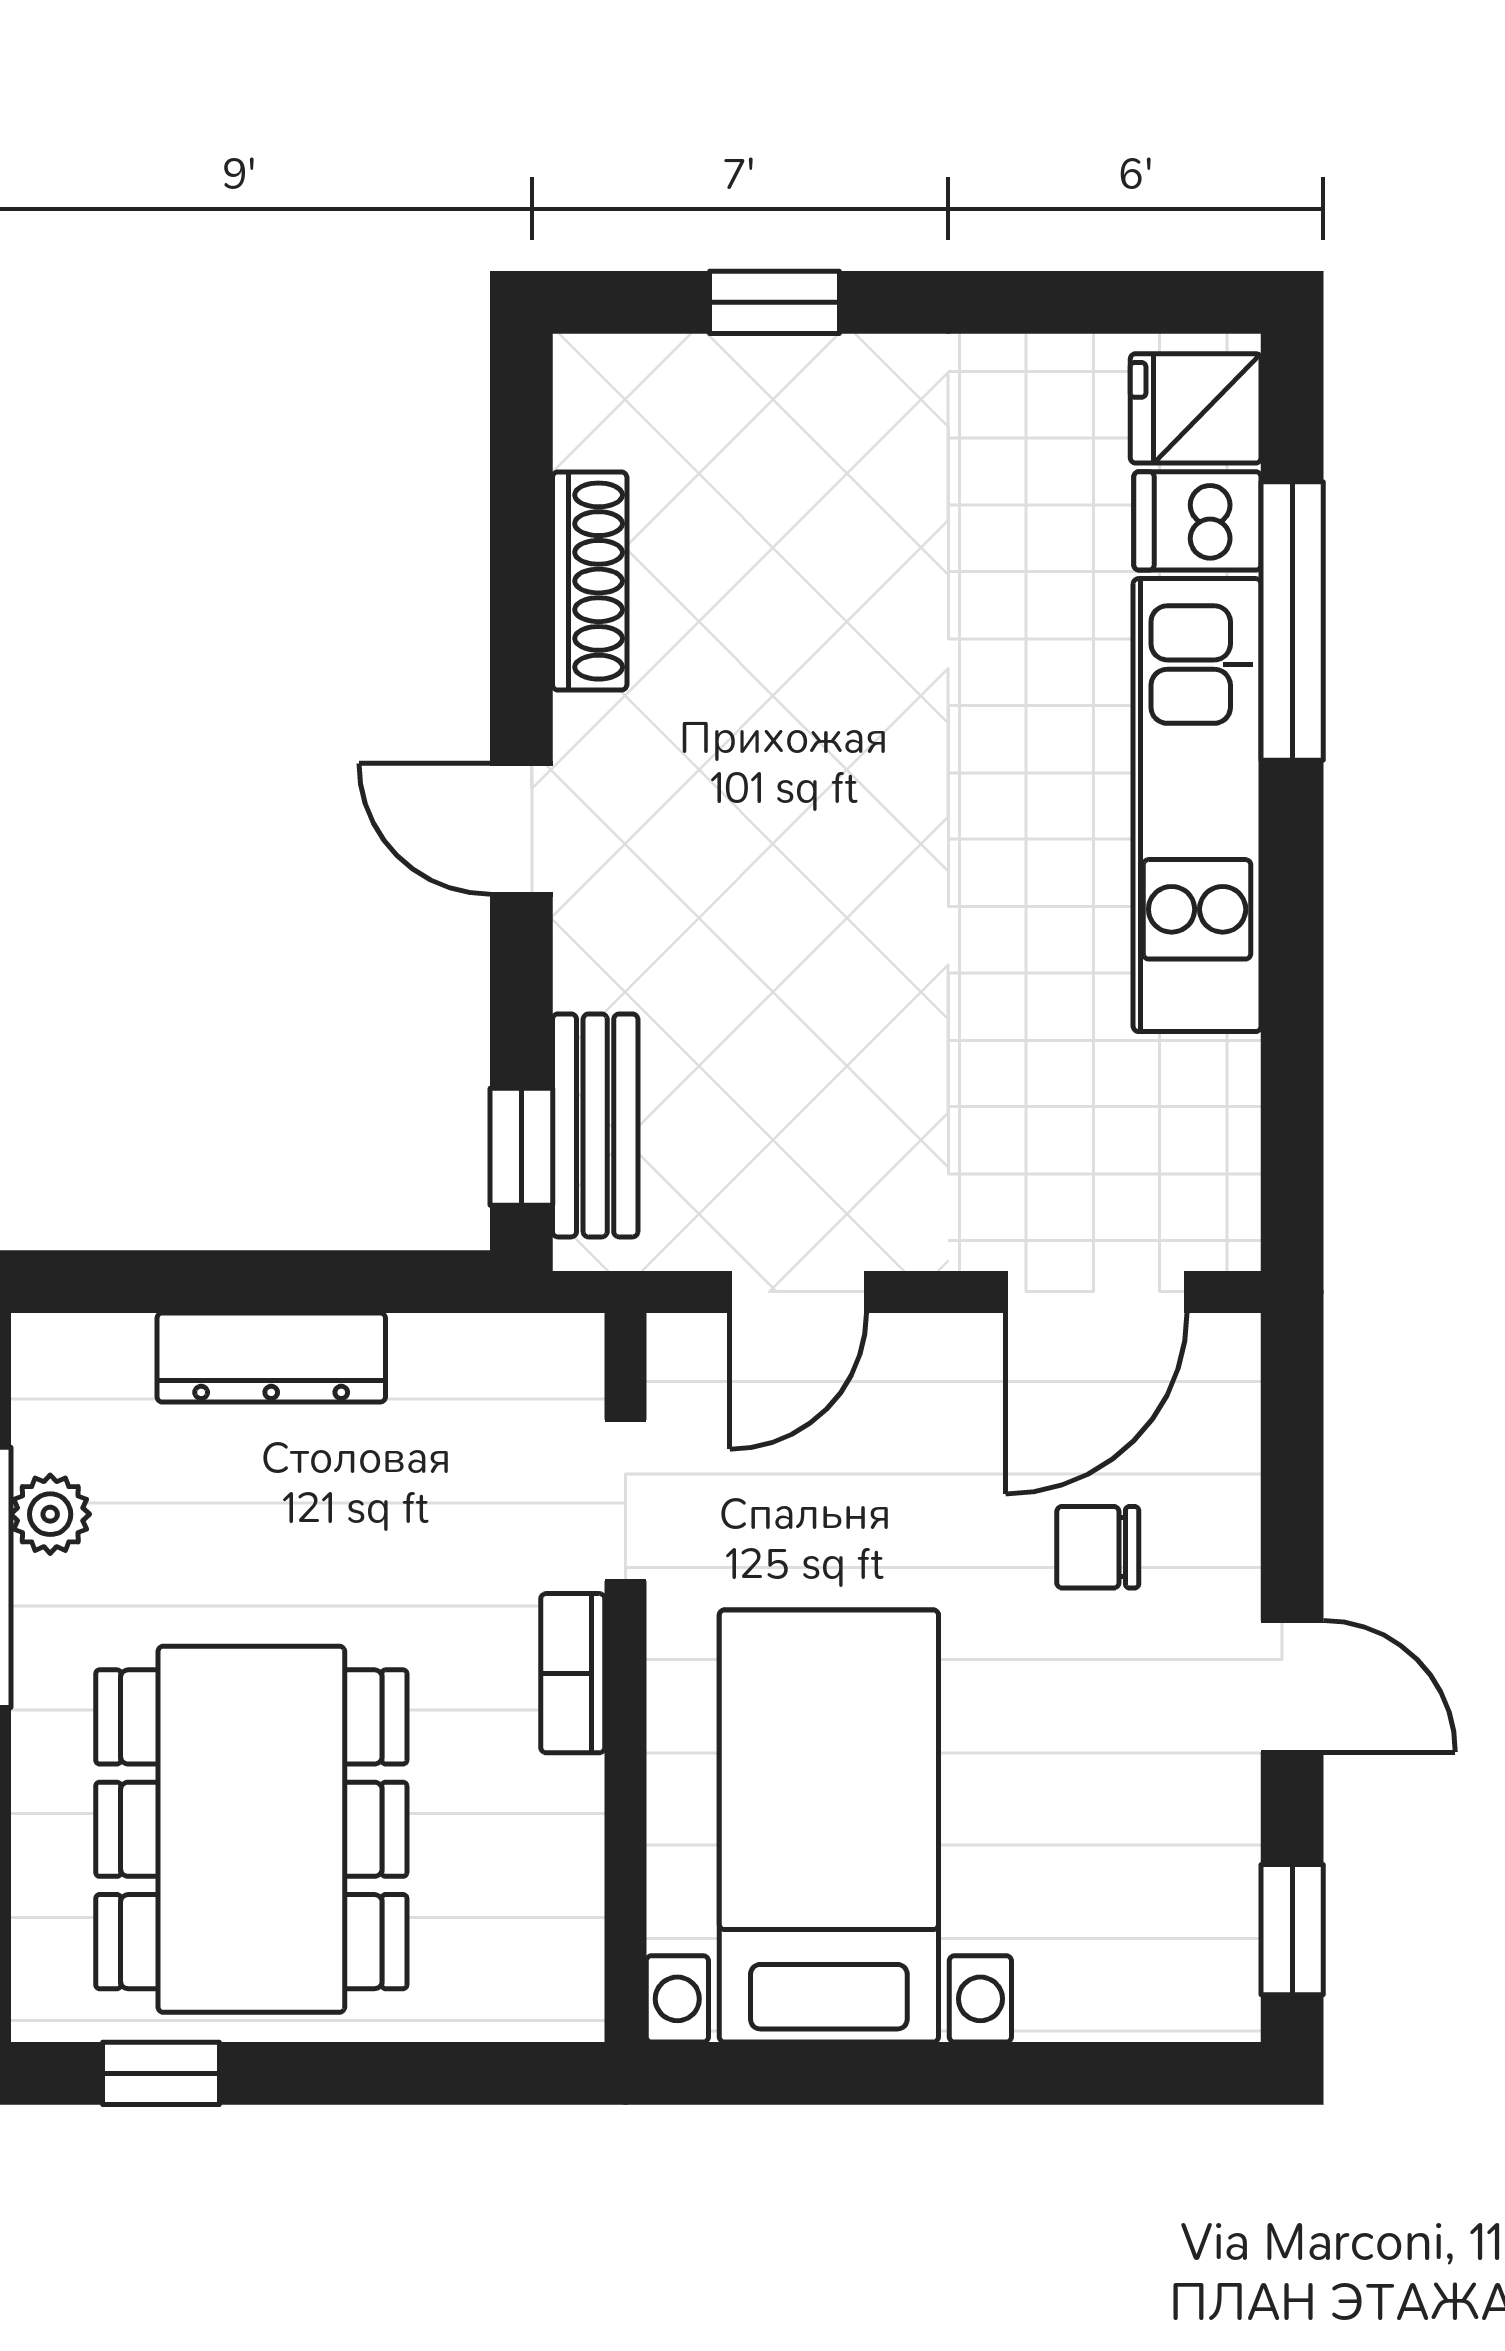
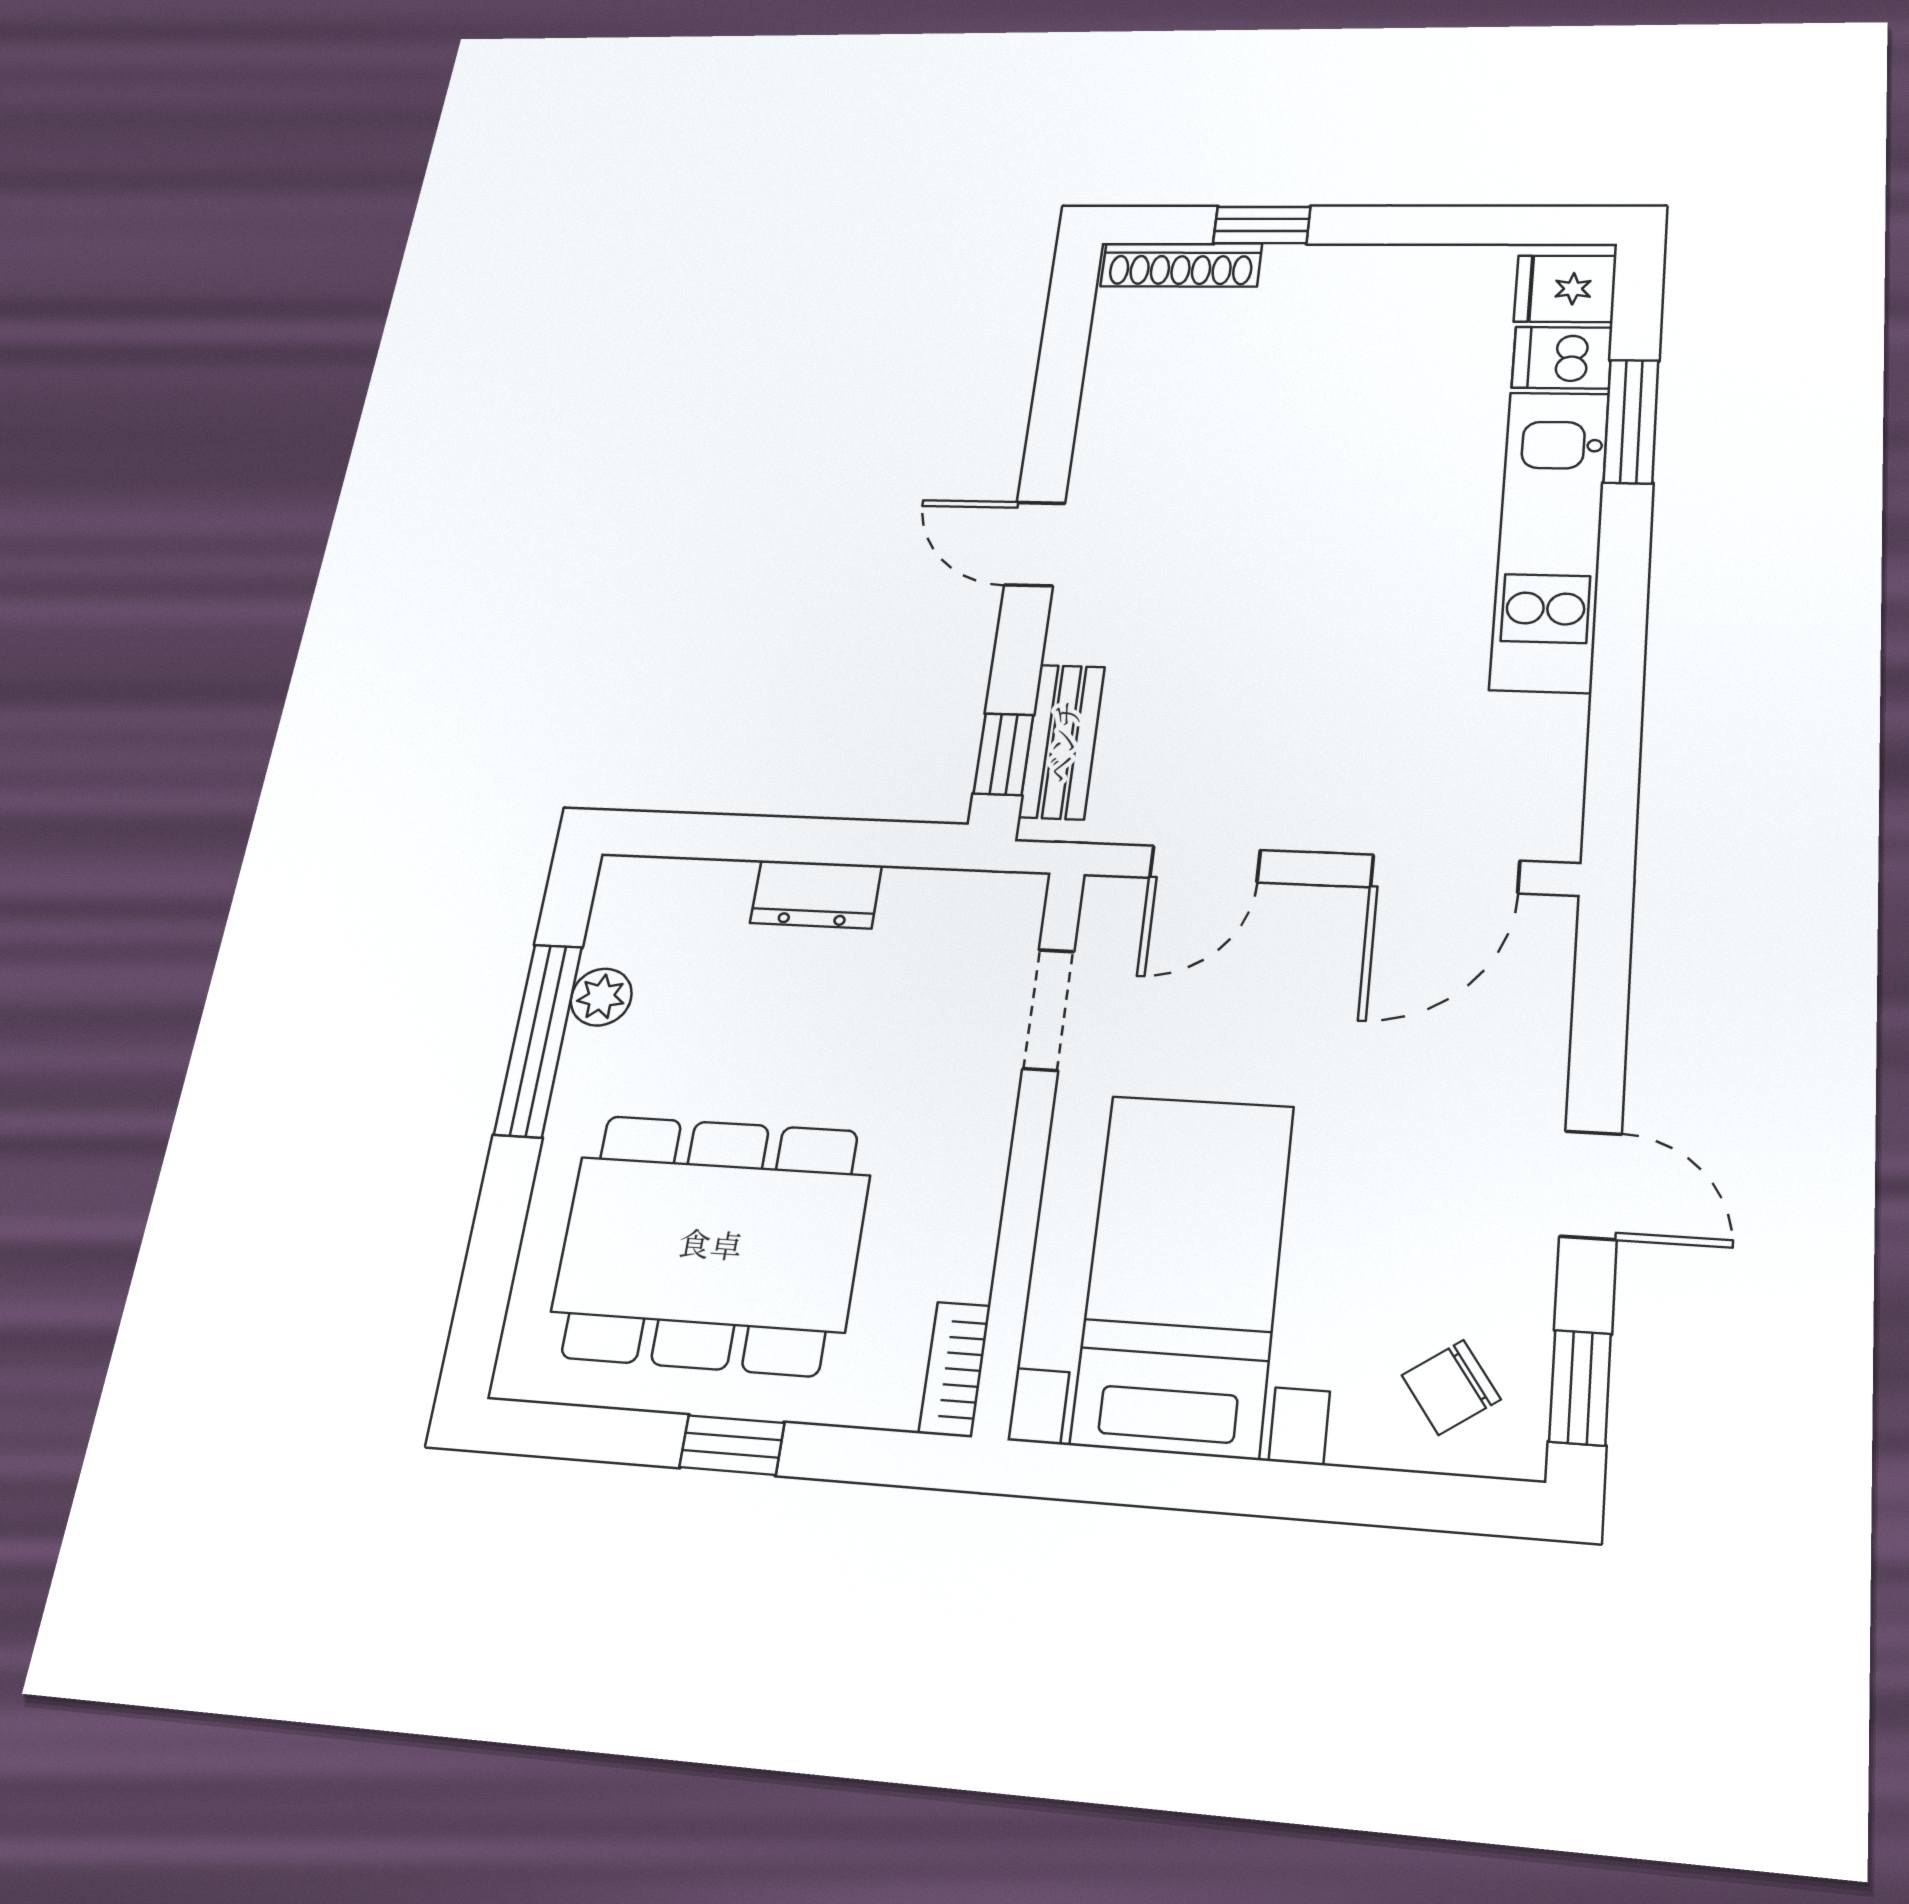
shoe rack: (590, 581) -> (1181, 265), moved, turned 90
window: (1292, 621) -> (1631, 421), width x0.69
dresser: (271, 1357) -> (816, 894), width x0.70
chair: (1098, 1547) -> (1451, 1387), moved, turned -35
bookcase: (573, 1673) -> (955, 1369), moved
dining table: (251, 1829) -> (711, 1243), turned 90
window: (161, 2073) -> (732, 1445), moved

